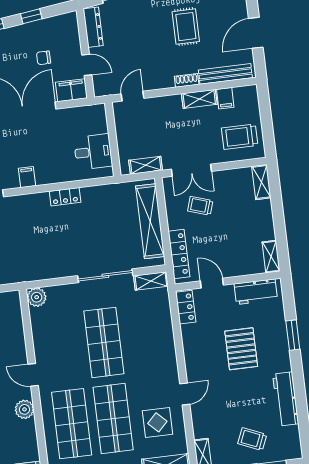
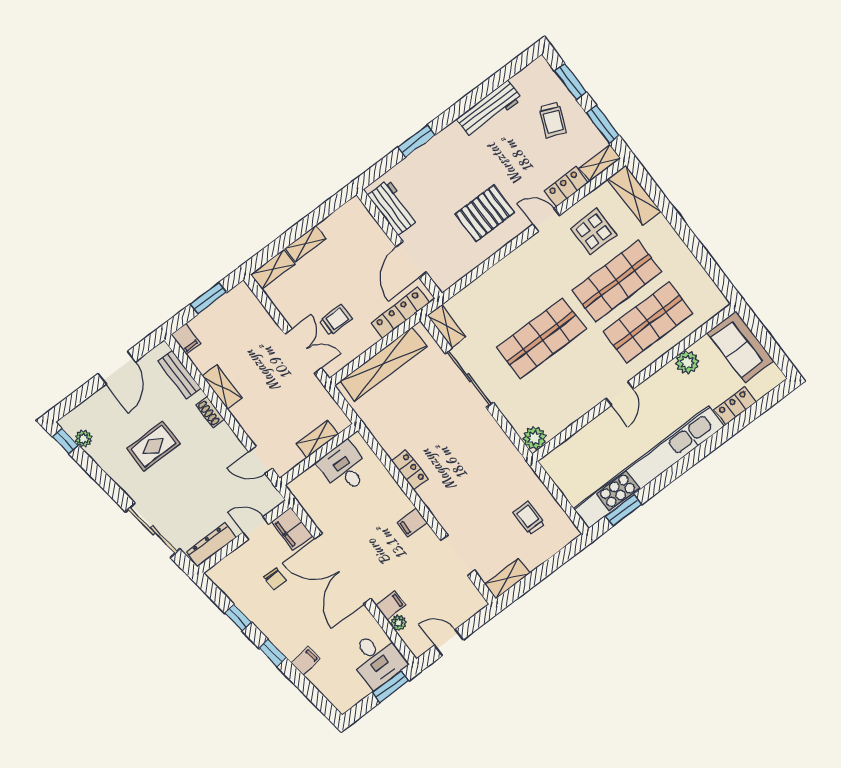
door: (256, 33) -> (117, 368), hinge flipped
door: (87, 65) -> (256, 528), hinge flipped
bench: (225, 74) -> (179, 375), width x0.73
filing cabinet: (225, 98) -> (186, 339), moved, turned 90
window: (267, 125) -> (208, 298), added
trolley: (240, 137) -> (237, 321), removed
shelving: (146, 165) -> (317, 439), moved, turned 90
trolley: (200, 206) -> (336, 320), turned -108
shelving: (271, 257) -> (306, 244), moved
door: (212, 283) -> (411, 260), width x1.38
locker: (186, 307) -> (566, 187), moved
pallet: (241, 349) -> (485, 213), moved
plant: (24, 409) -> (687, 362), moved

